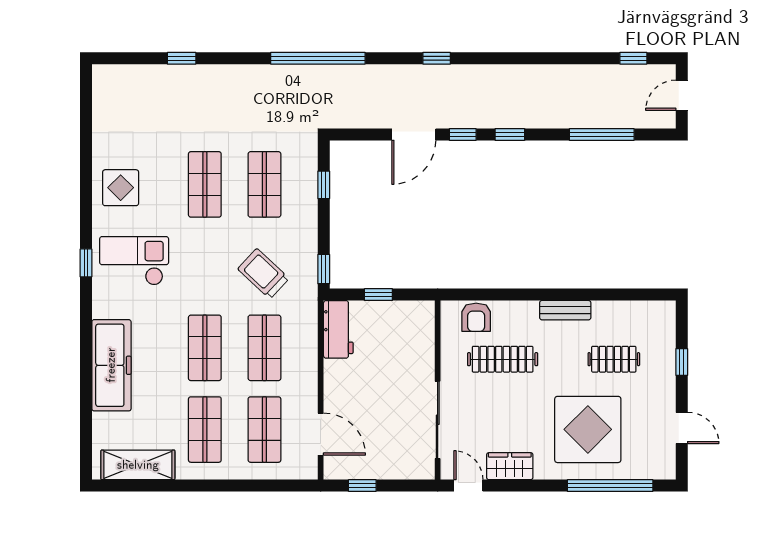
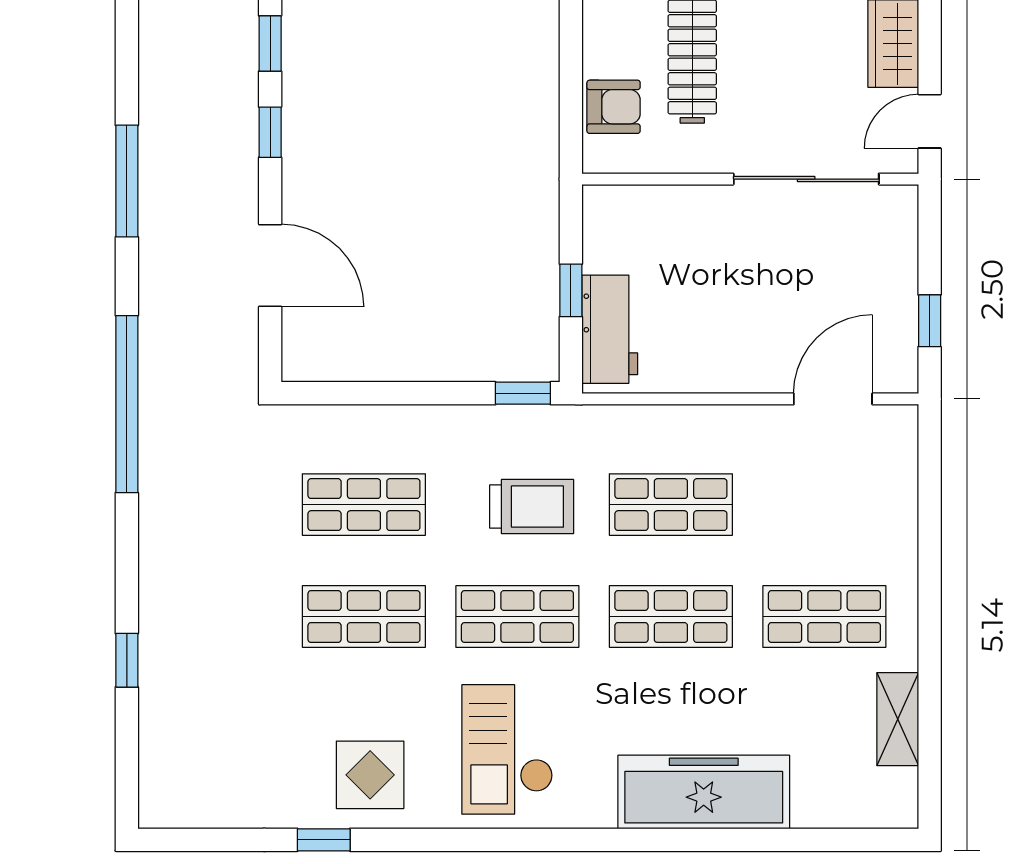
window: (437, 58) -> (127, 181), width x2.17
door: (414, 135) -> (270, 266), moved
window: (324, 185) -> (365, 393), removed
window: (86, 263) -> (324, 840), moved
trolley: (263, 274) -> (532, 507), turned -133
workbench: (338, 329) -> (610, 329), moved, turned 90
shop shelf: (264, 430) -> (517, 617), moved
shelving: (138, 465) -> (898, 719), width x0.67, depth x0.75

